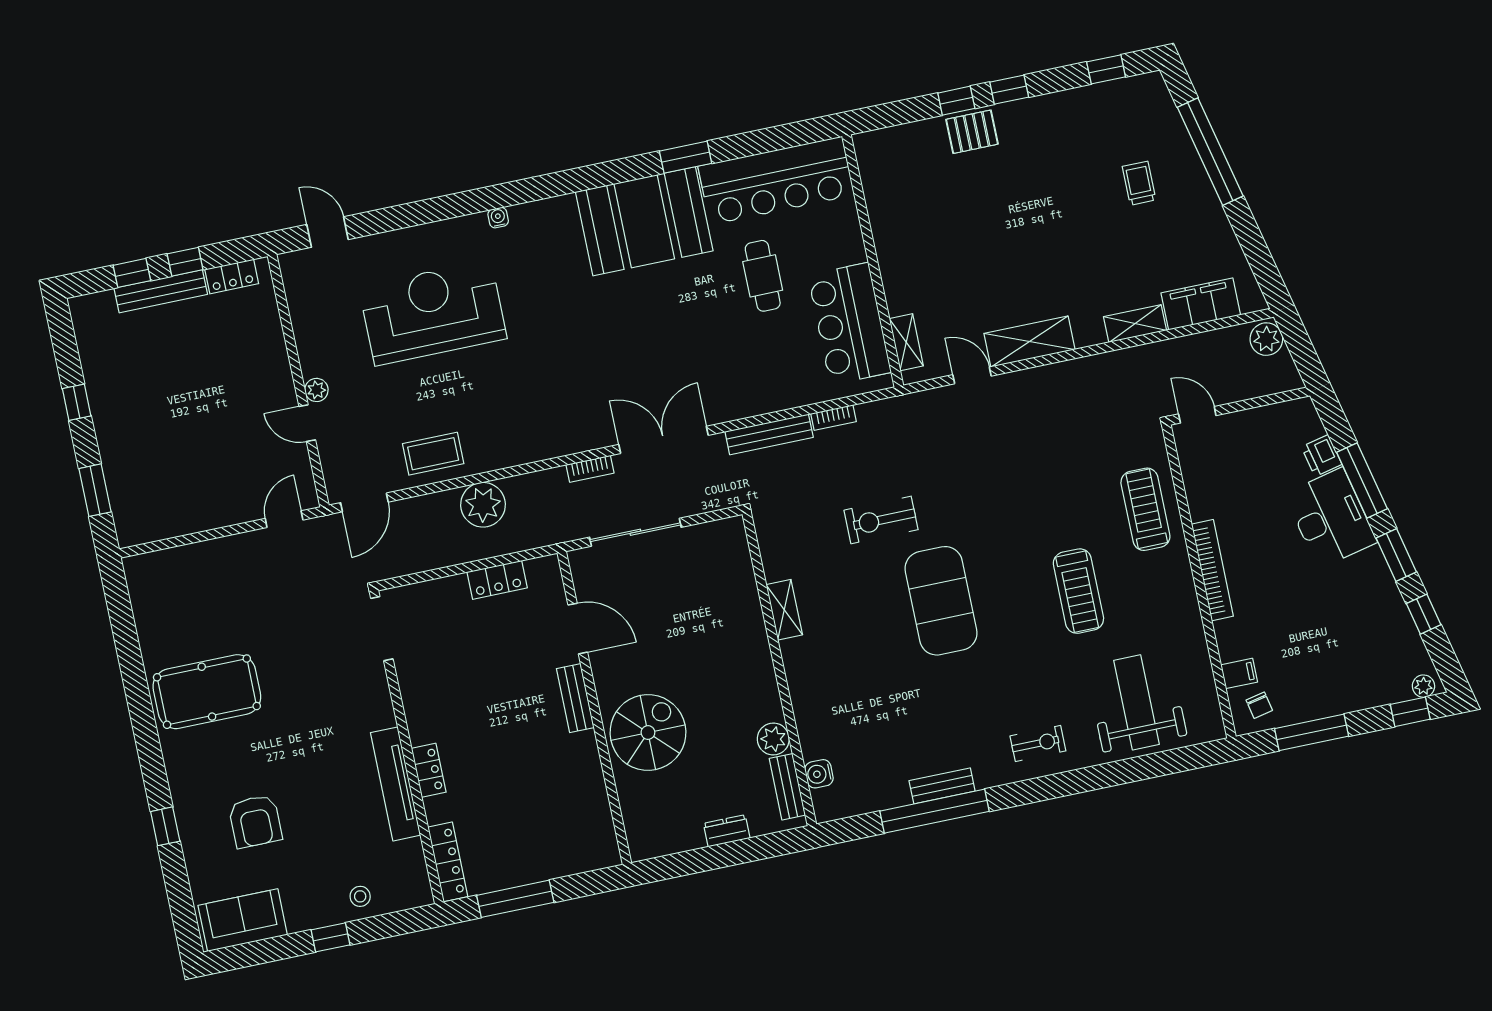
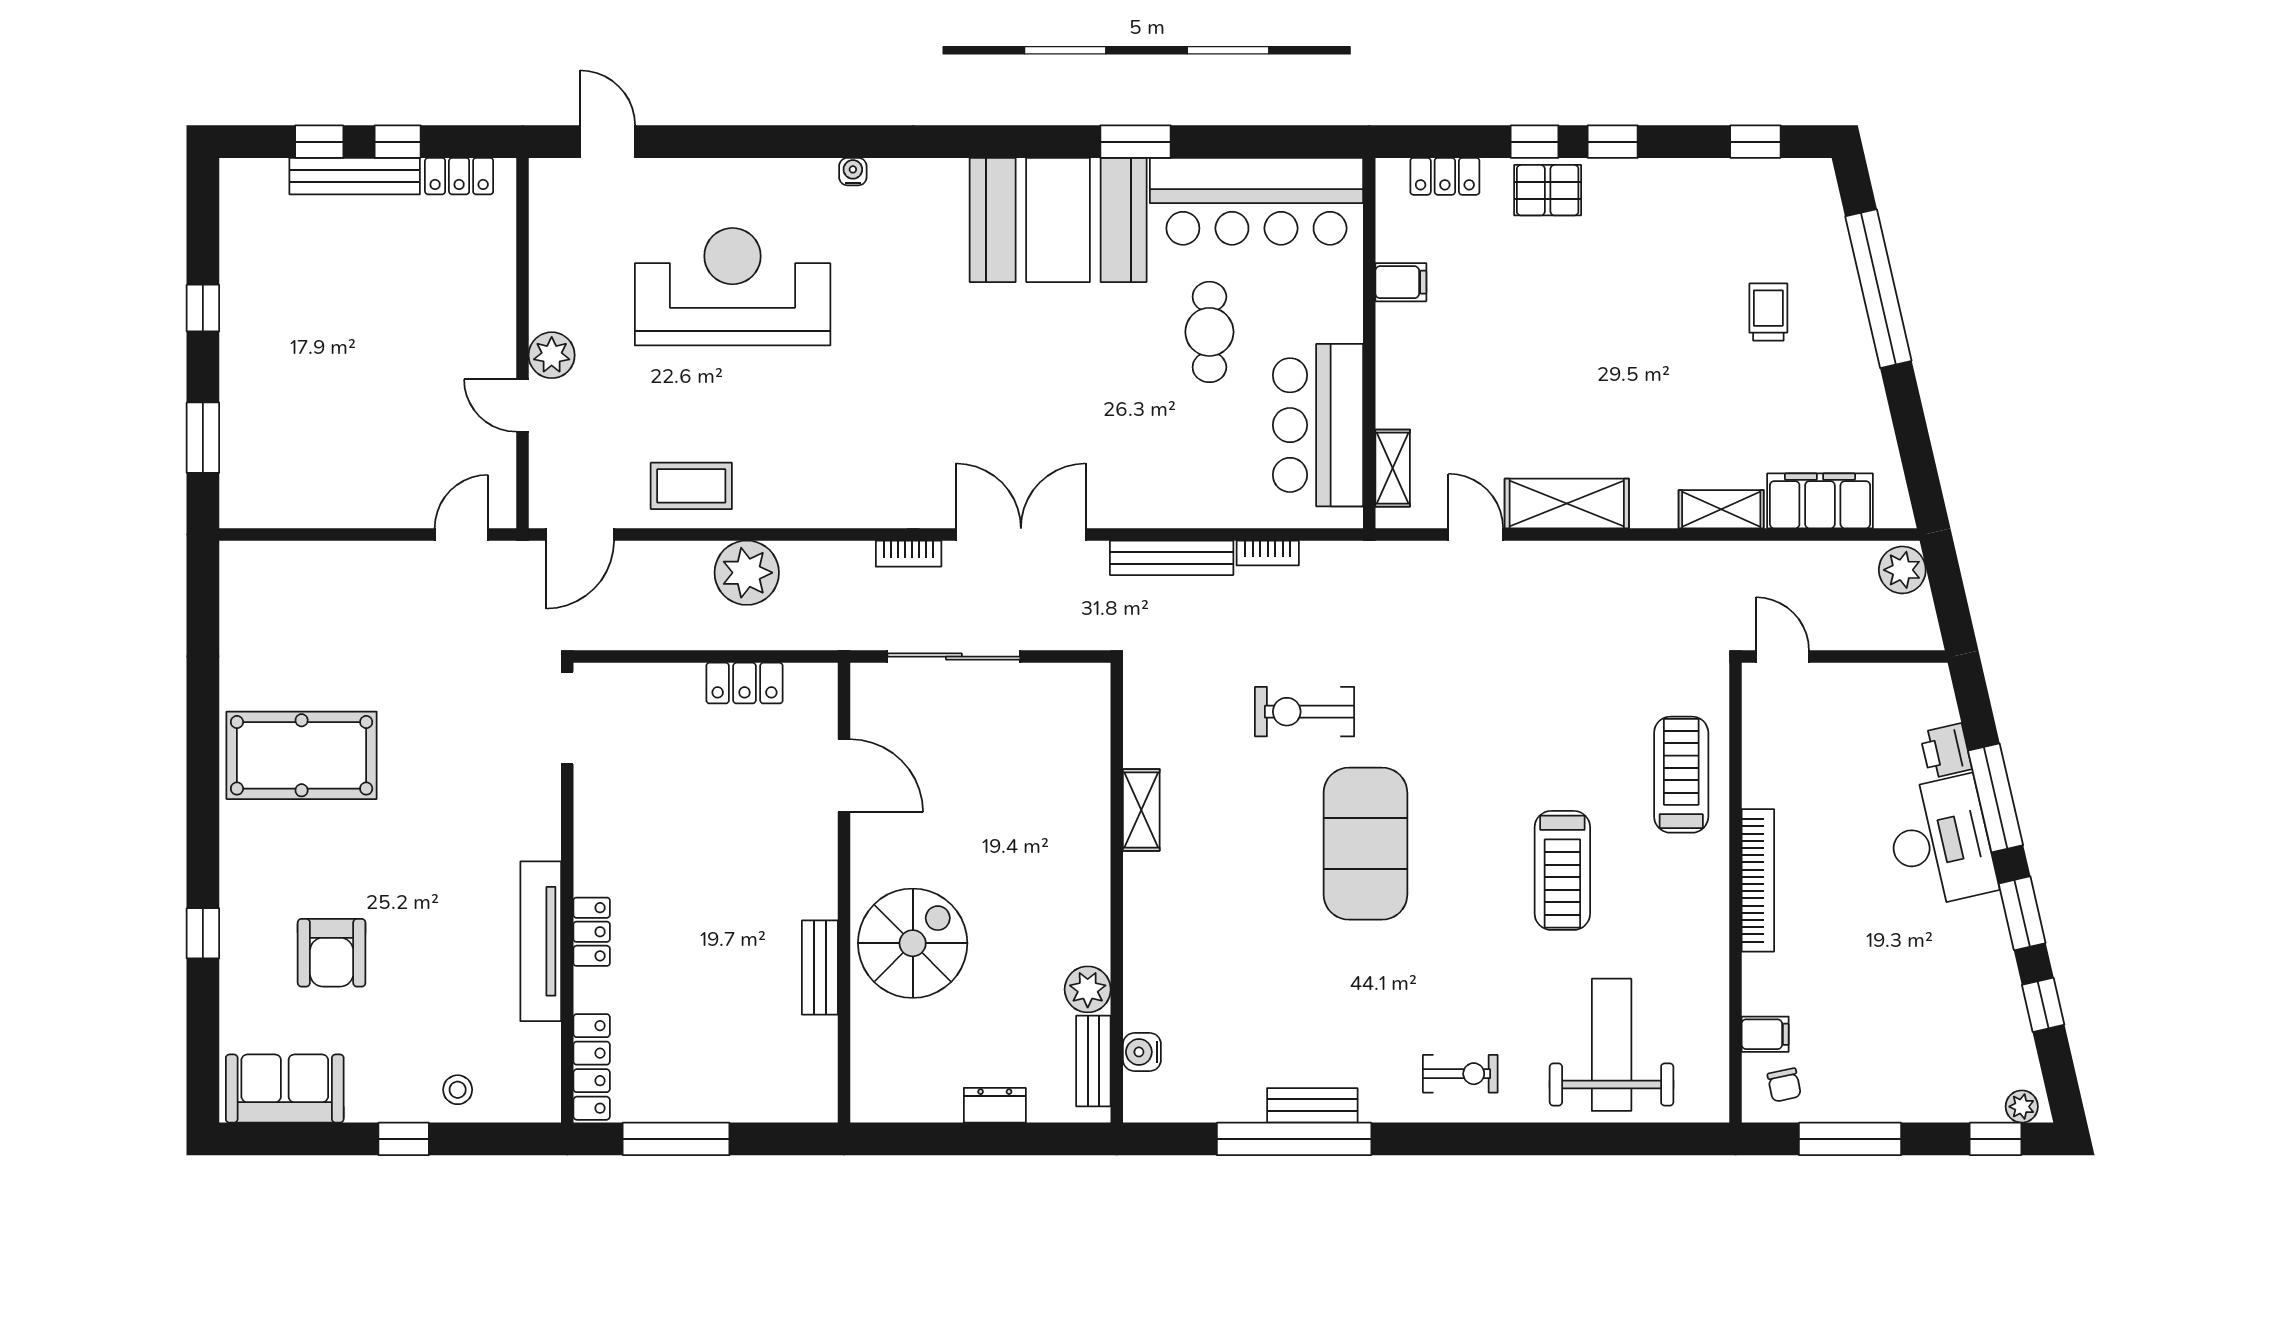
locker: (900, 137) -> (1445, 176), added
filing cabinet: (885, 215) -> (1401, 282), added
plant: (316, 390) -> (552, 355), width x1.38, depth x1.38
bench: (575, 698) -> (820, 968), moved

